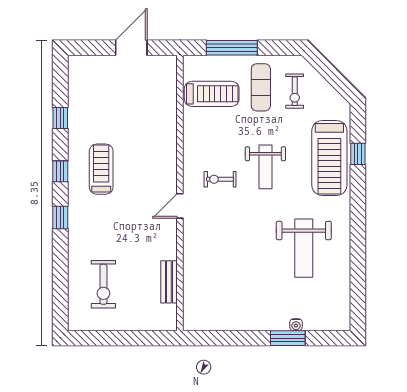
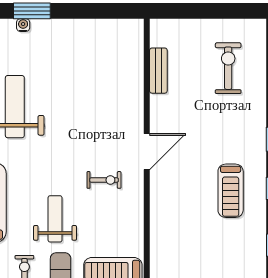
weight bench: (265, 167) -> (55, 219), moved
door: (180, 206) -> (147, 152), width x1.38

